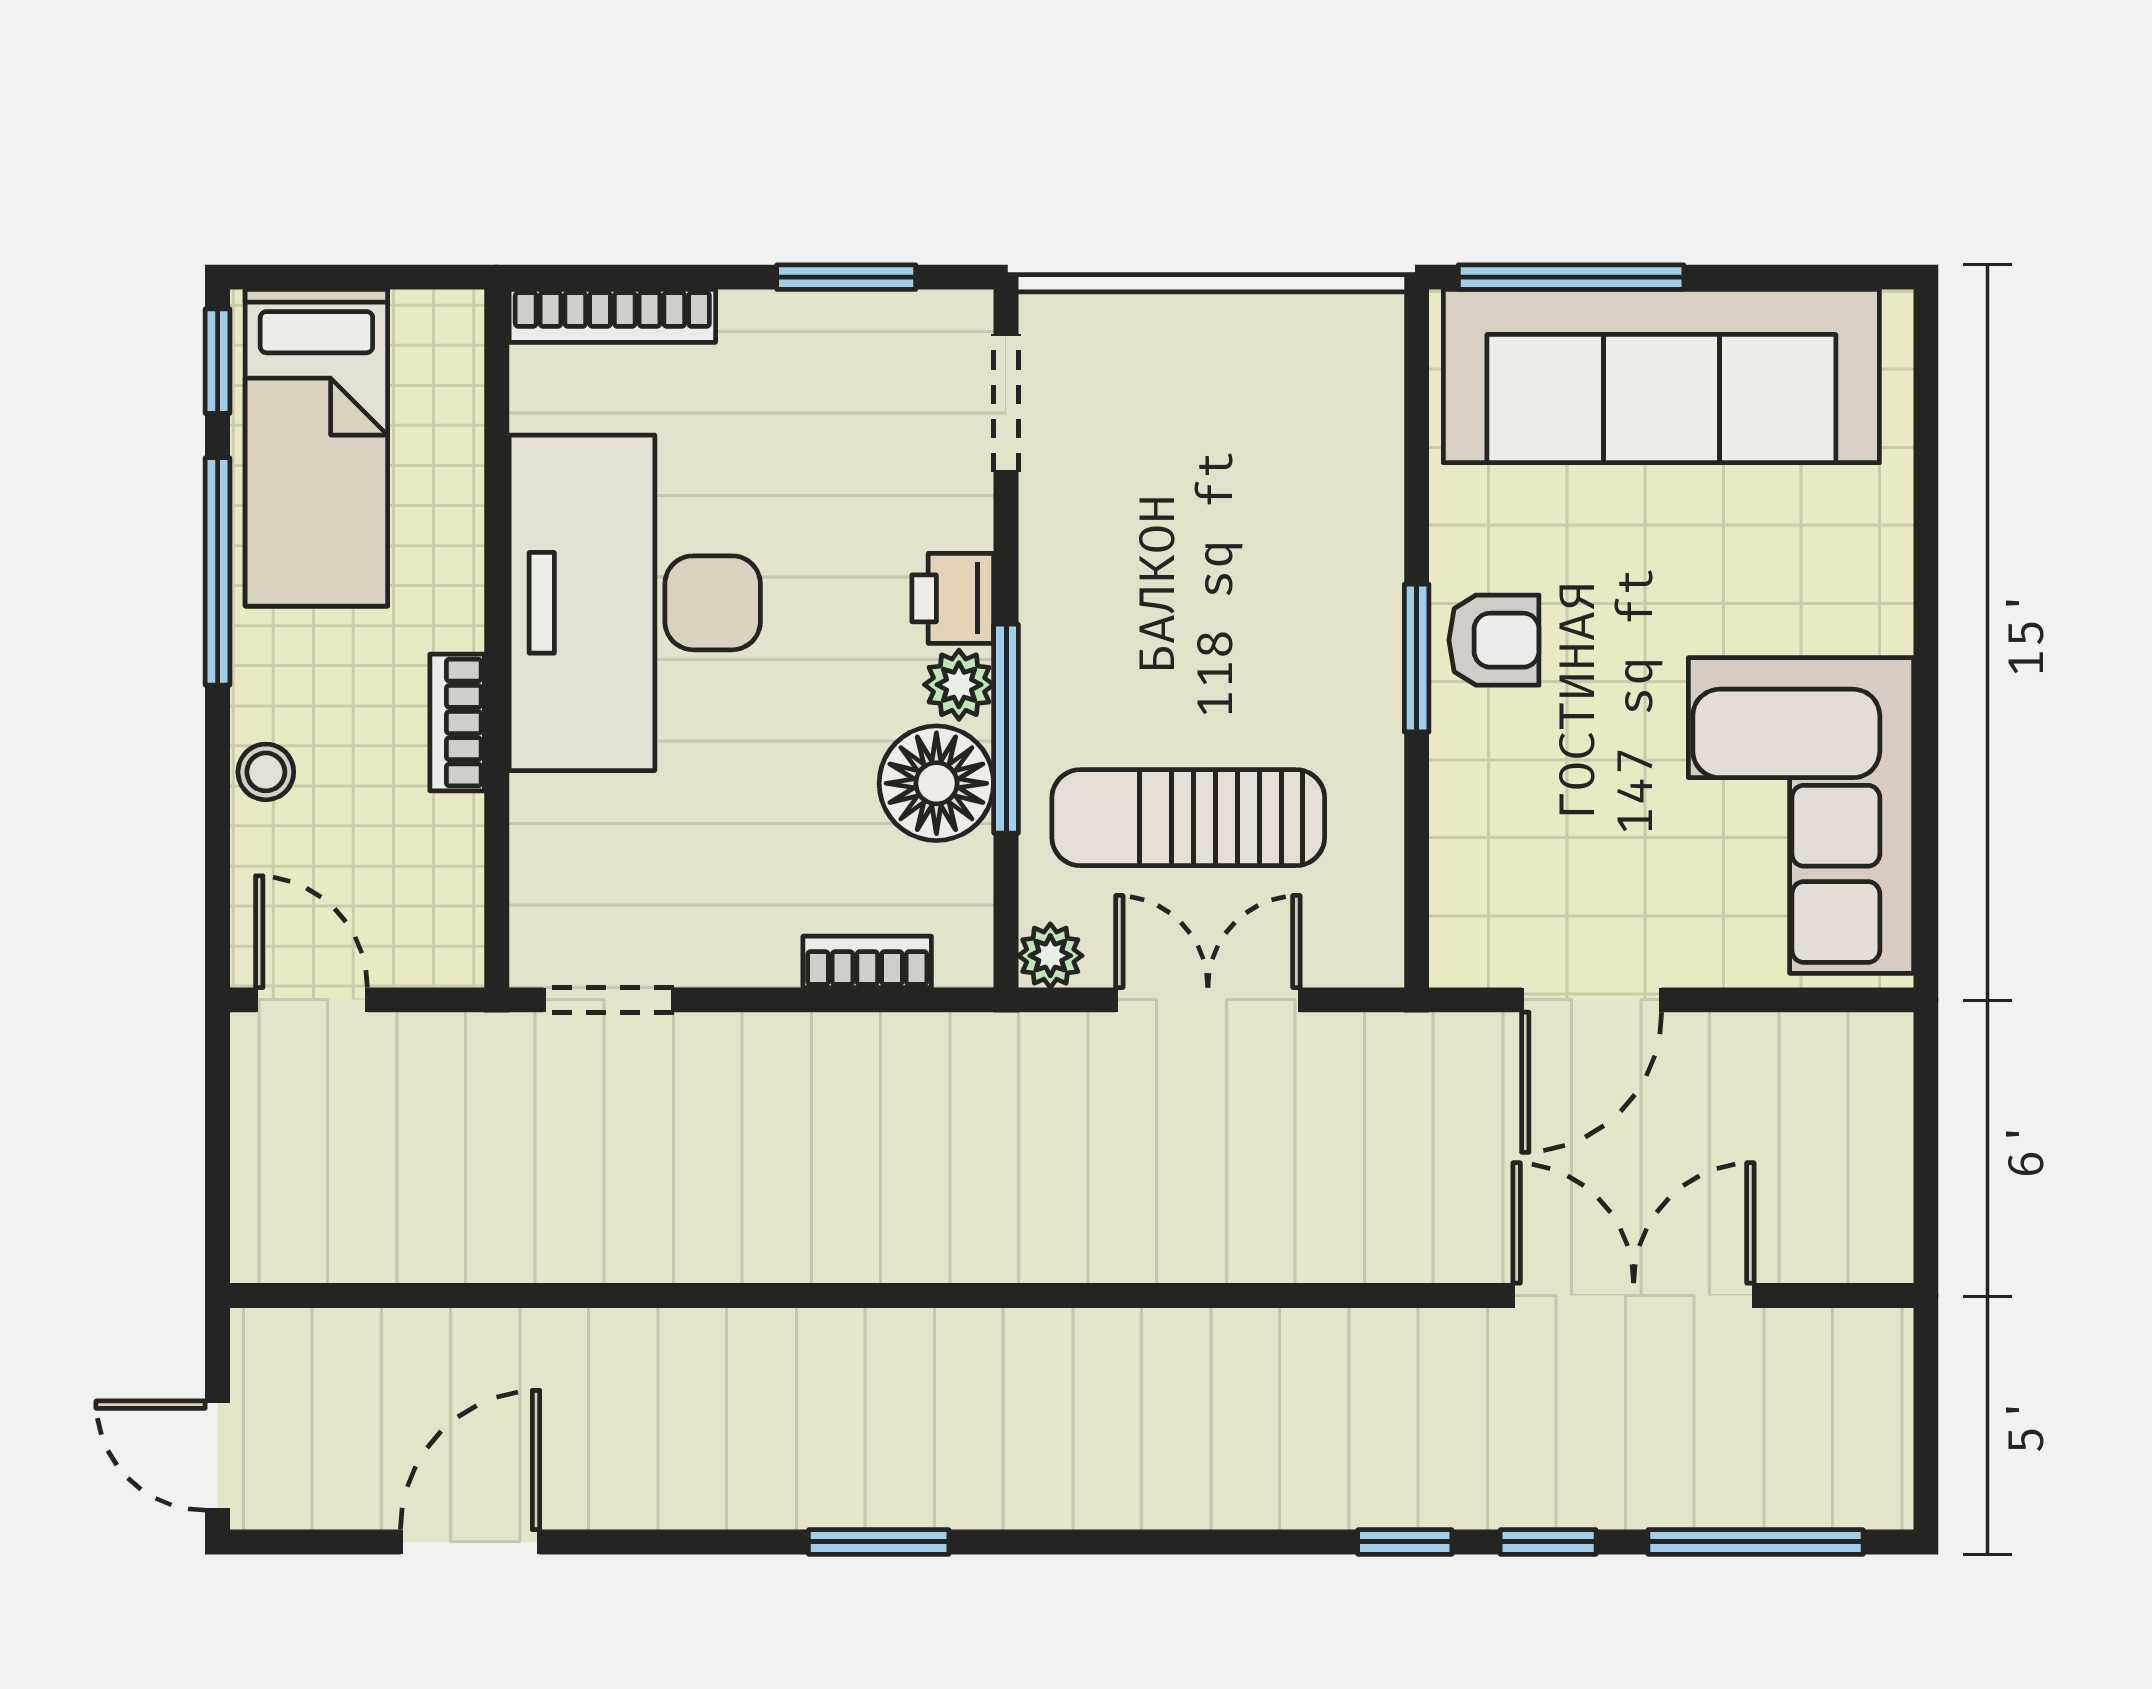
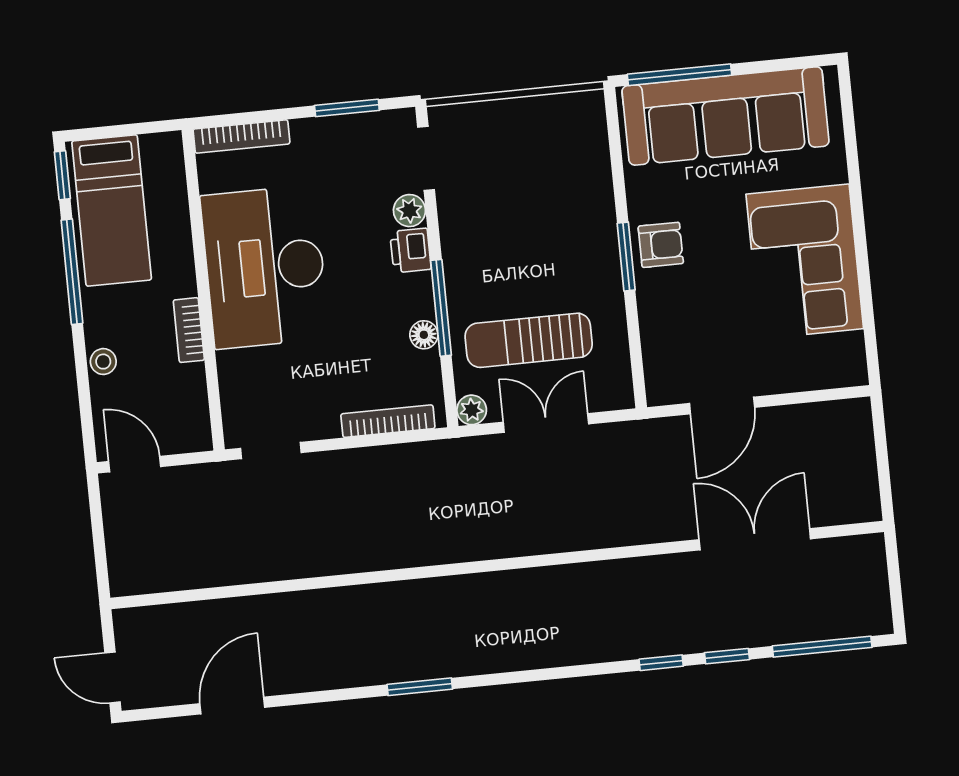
plant: (959, 685) -> (409, 211), moved
floor lamp: (936, 783) -> (424, 335), width x0.53, depth x0.53
corner sofa: (1801, 815) -> (805, 261), moved
bookcase: (867, 962) -> (388, 421), width x1.56

